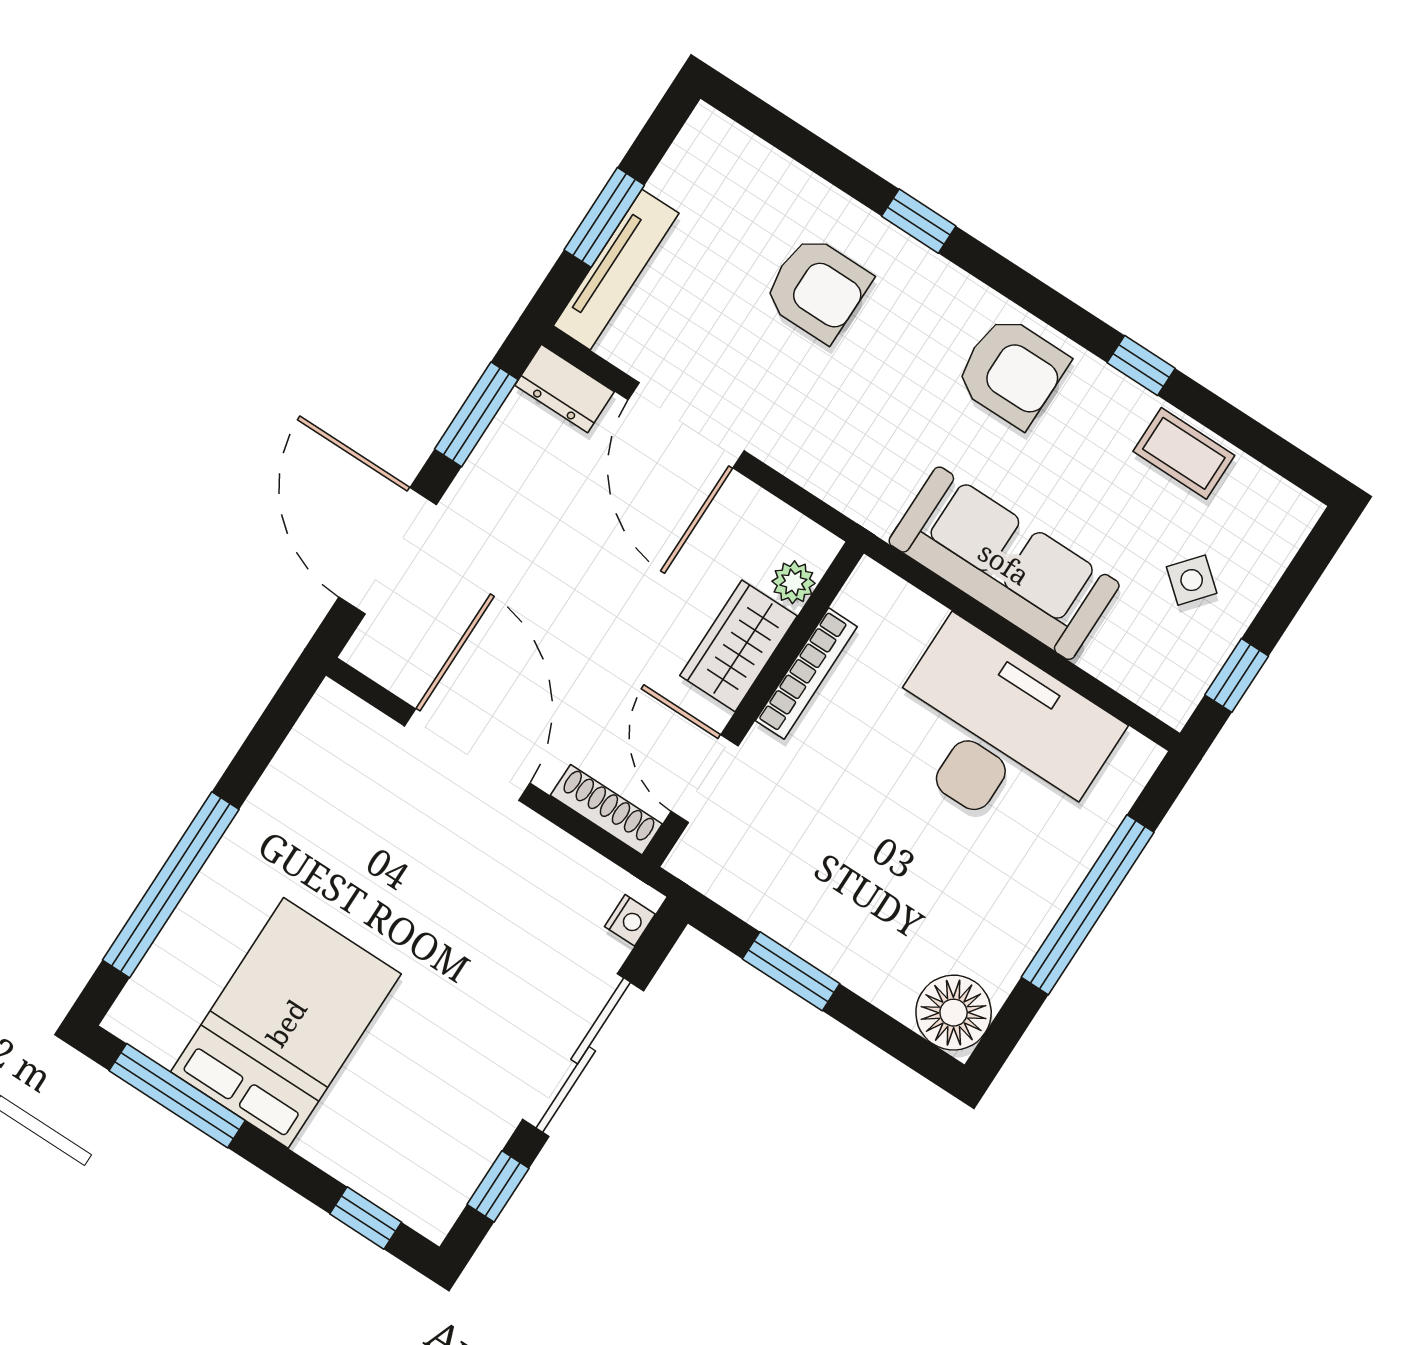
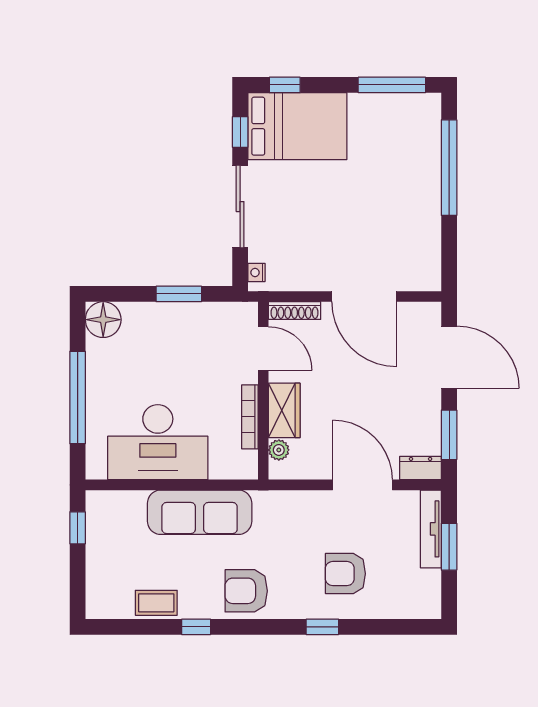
side table: (1192, 580) -> (120, 554), removed
bed: (286, 1023) -> (297, 126), moved, turned -90

